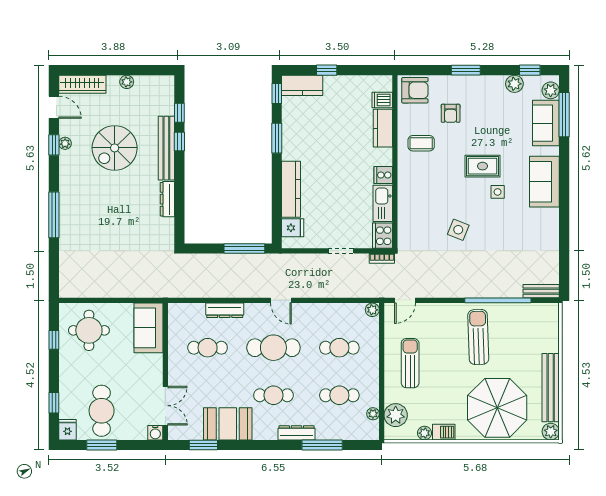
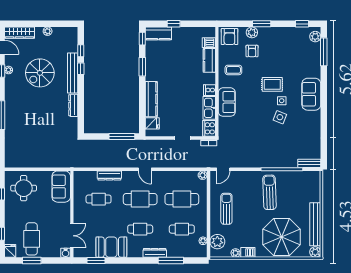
plant: (514, 84) -> (252, 32), moved
armchair: (415, 90) -> (229, 36), turned 90
sofa: (546, 123) -> (227, 102), moved, turned 180
side table: (458, 230) -> (280, 117), moved
cafe table: (339, 348) -> (182, 199), width x1.37, depth x1.35

